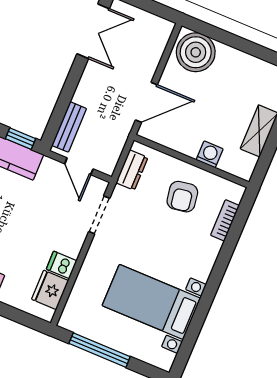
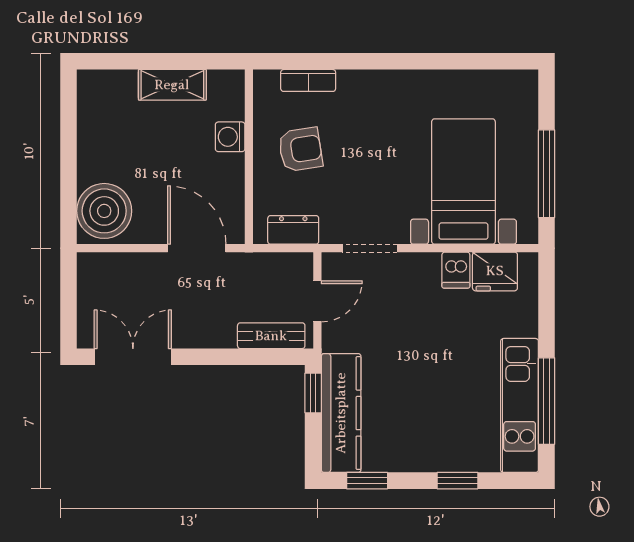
bed with nightstands: (151, 302) -> (463, 182), moved, turned 180

